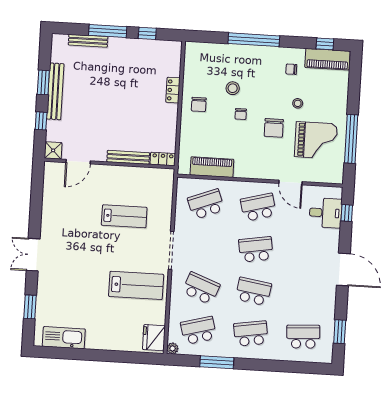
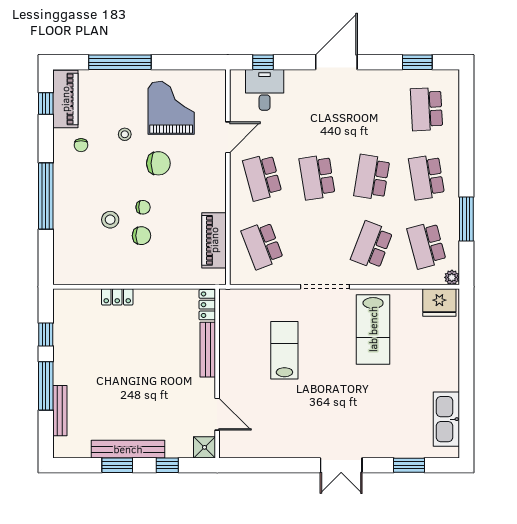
chair: (199, 104) -> (141, 236), moved
window: (351, 139) -> (120, 62), moved
lab bench: (136, 285) -> (373, 329), turned 180

